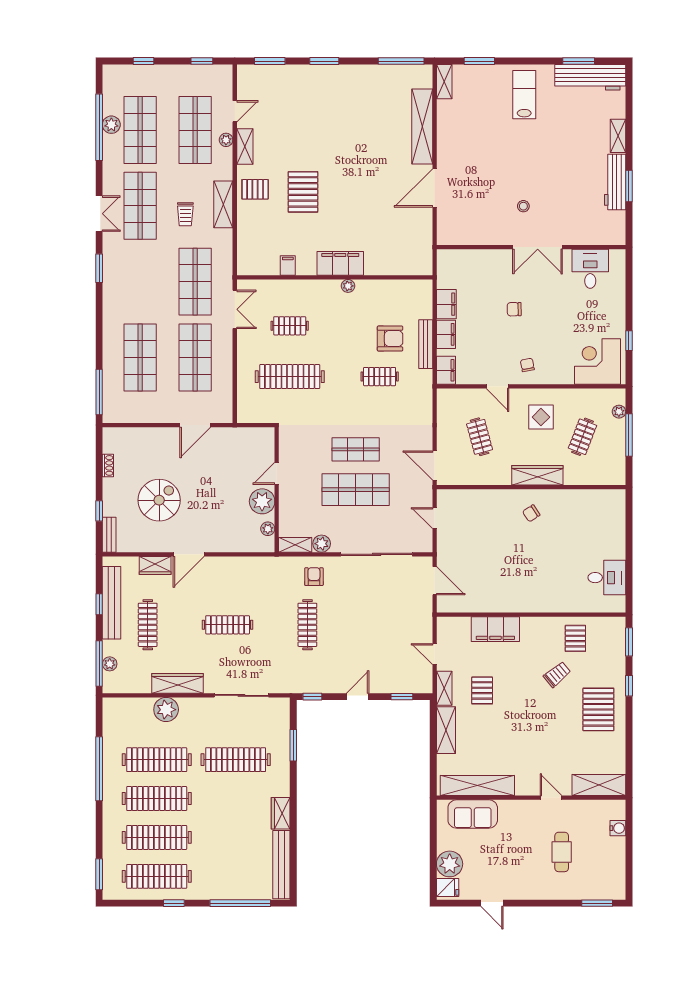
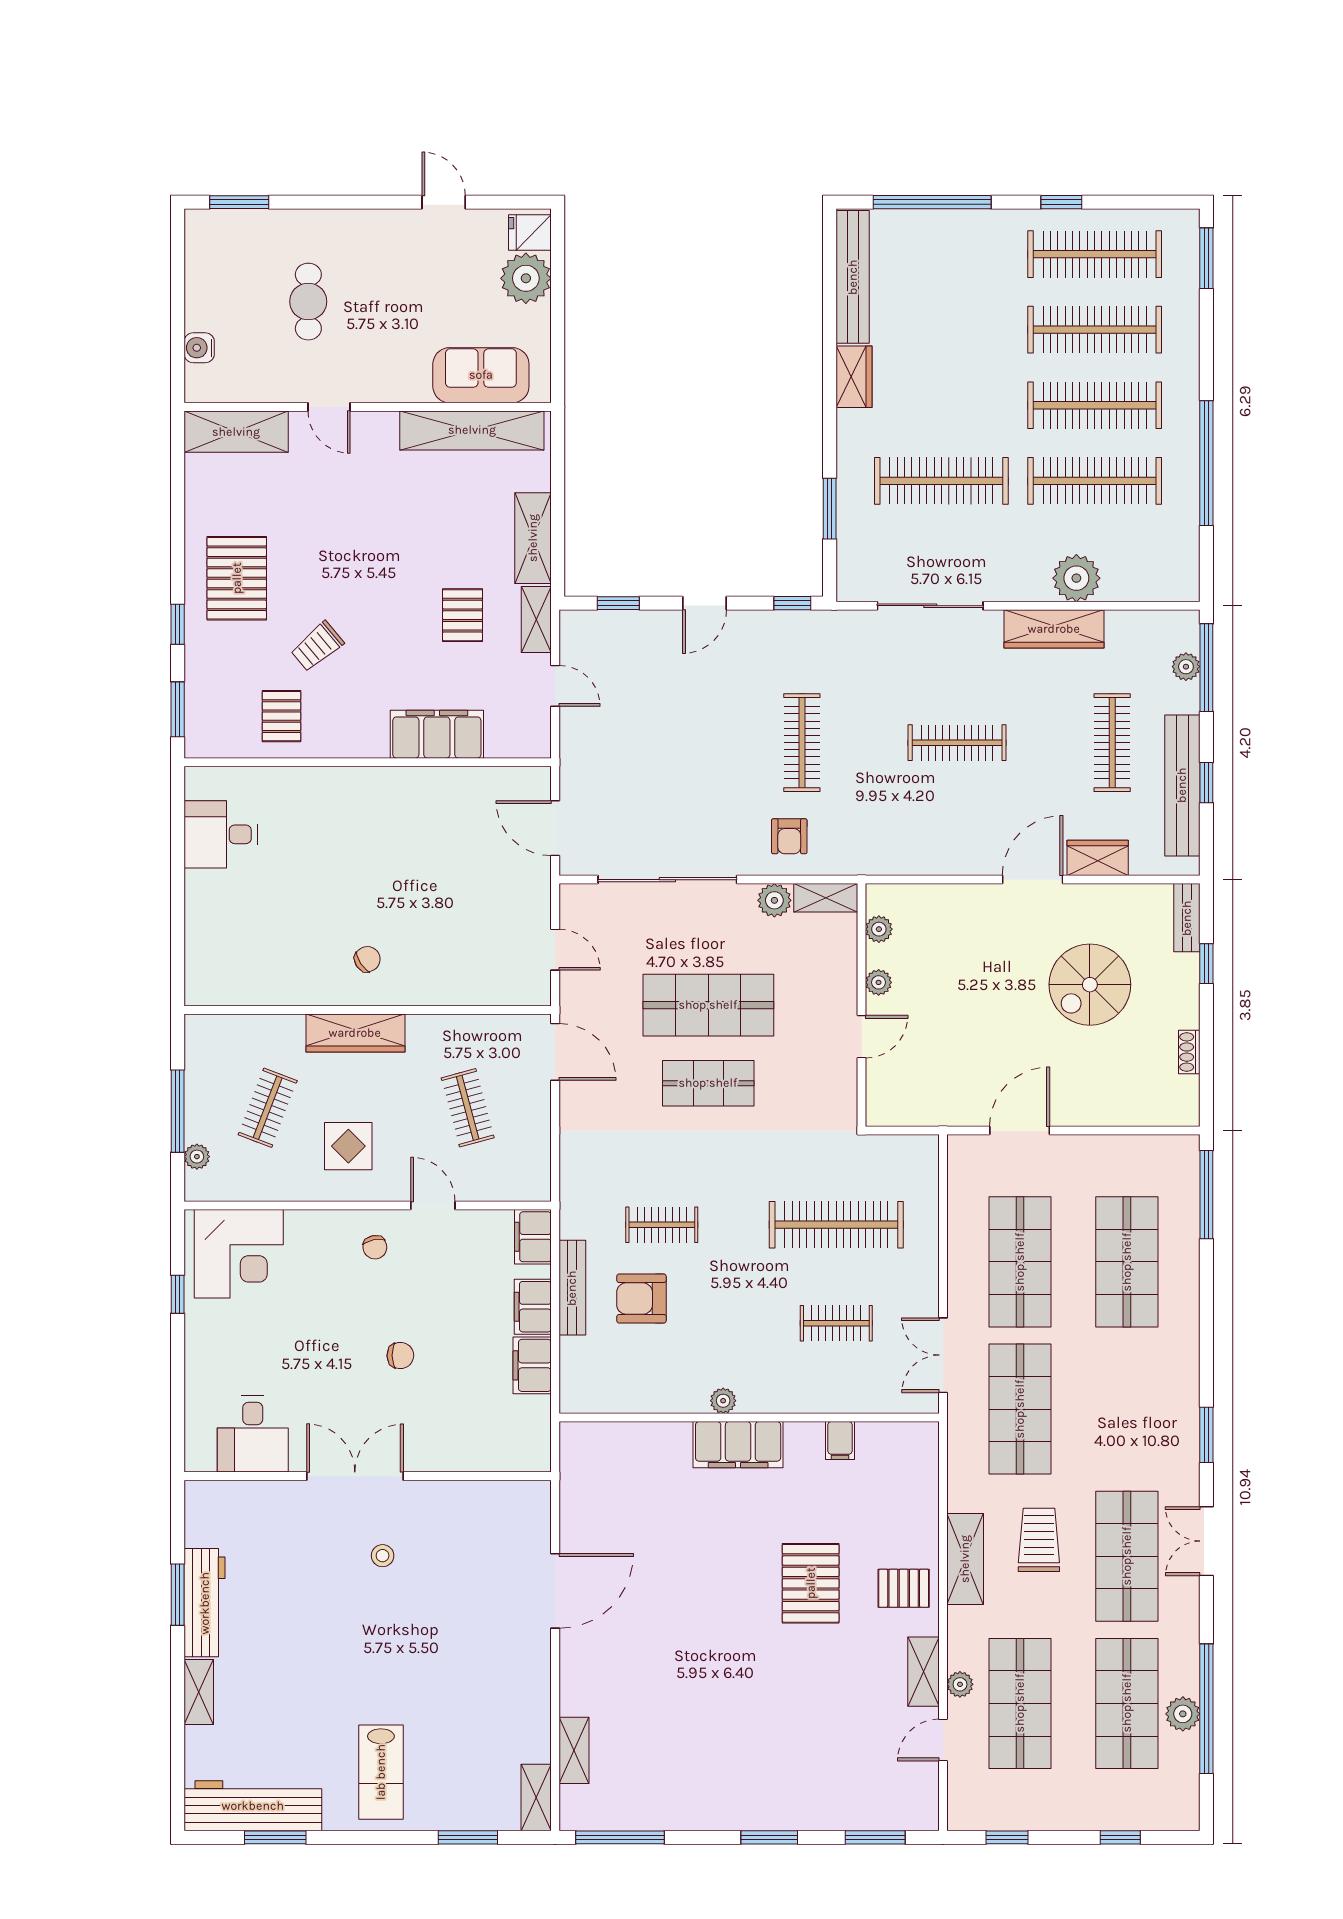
shelving: (422, 126) -> (574, 1750), width x0.45, depth x0.75
trolley: (185, 214) -> (1039, 1540), width x1.36, depth x1.39
plant: (262, 501) -> (879, 982), width x0.53, depth x0.53

